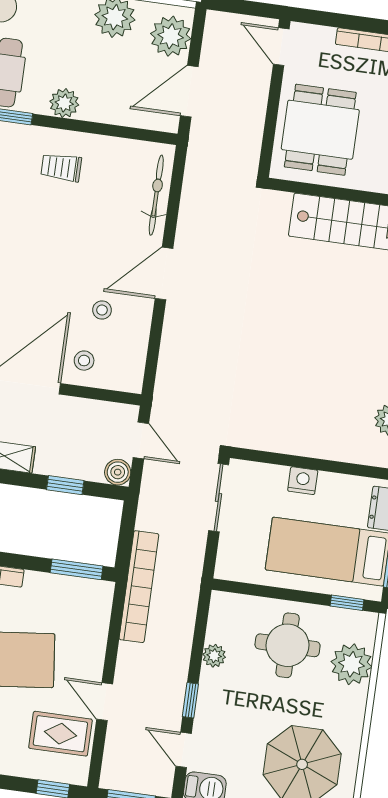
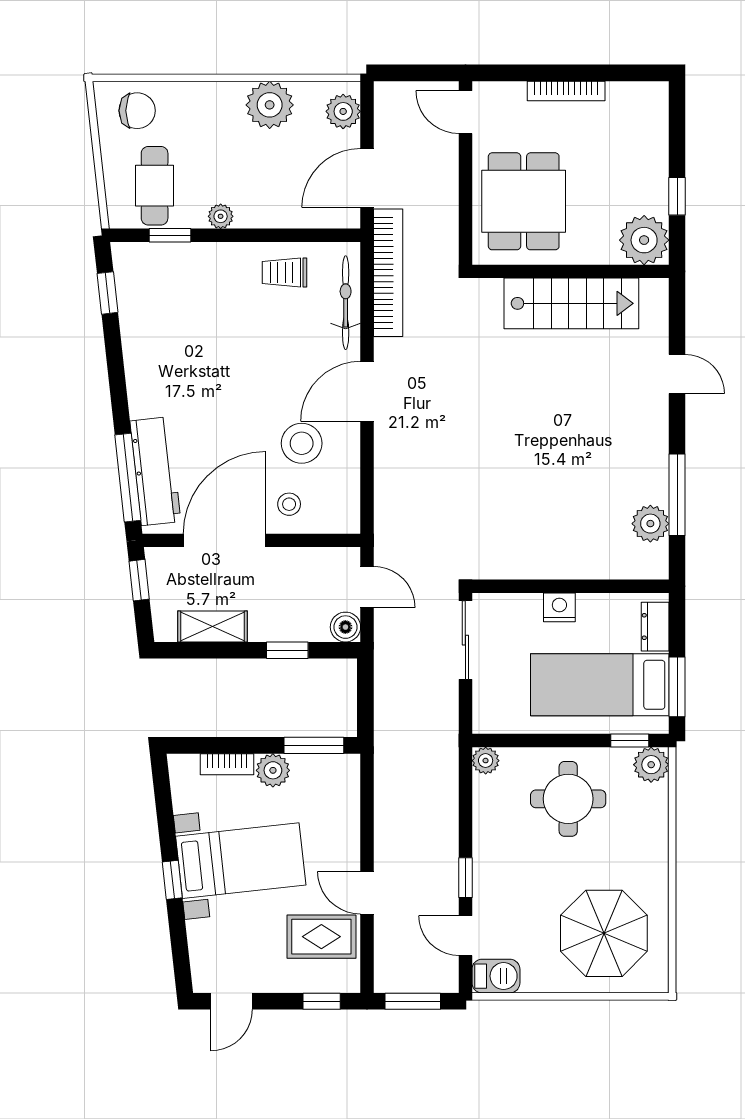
plant: (171, 36) -> (343, 111), width x0.73, depth x0.73
plant: (64, 103) -> (221, 216), width x0.73, depth x0.73
trolley: (61, 167) -> (285, 273), moved
stool: (102, 310) -> (302, 443), width x1.89, depth x1.89
plant: (39, 586) -> (273, 770), added
bookcase: (139, 587) -> (388, 273), moved
plant: (214, 656) -> (486, 761), moved
plant: (352, 664) -> (651, 765), moved, width x0.73, depth x0.73

